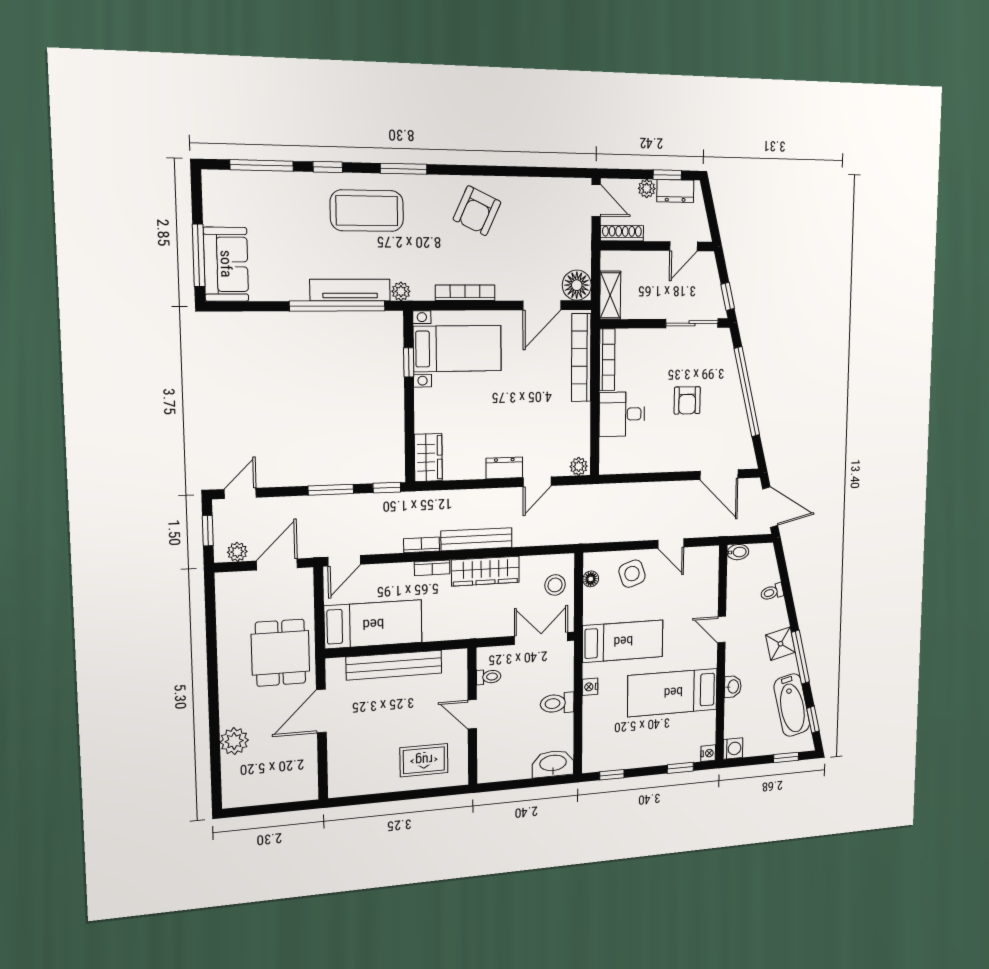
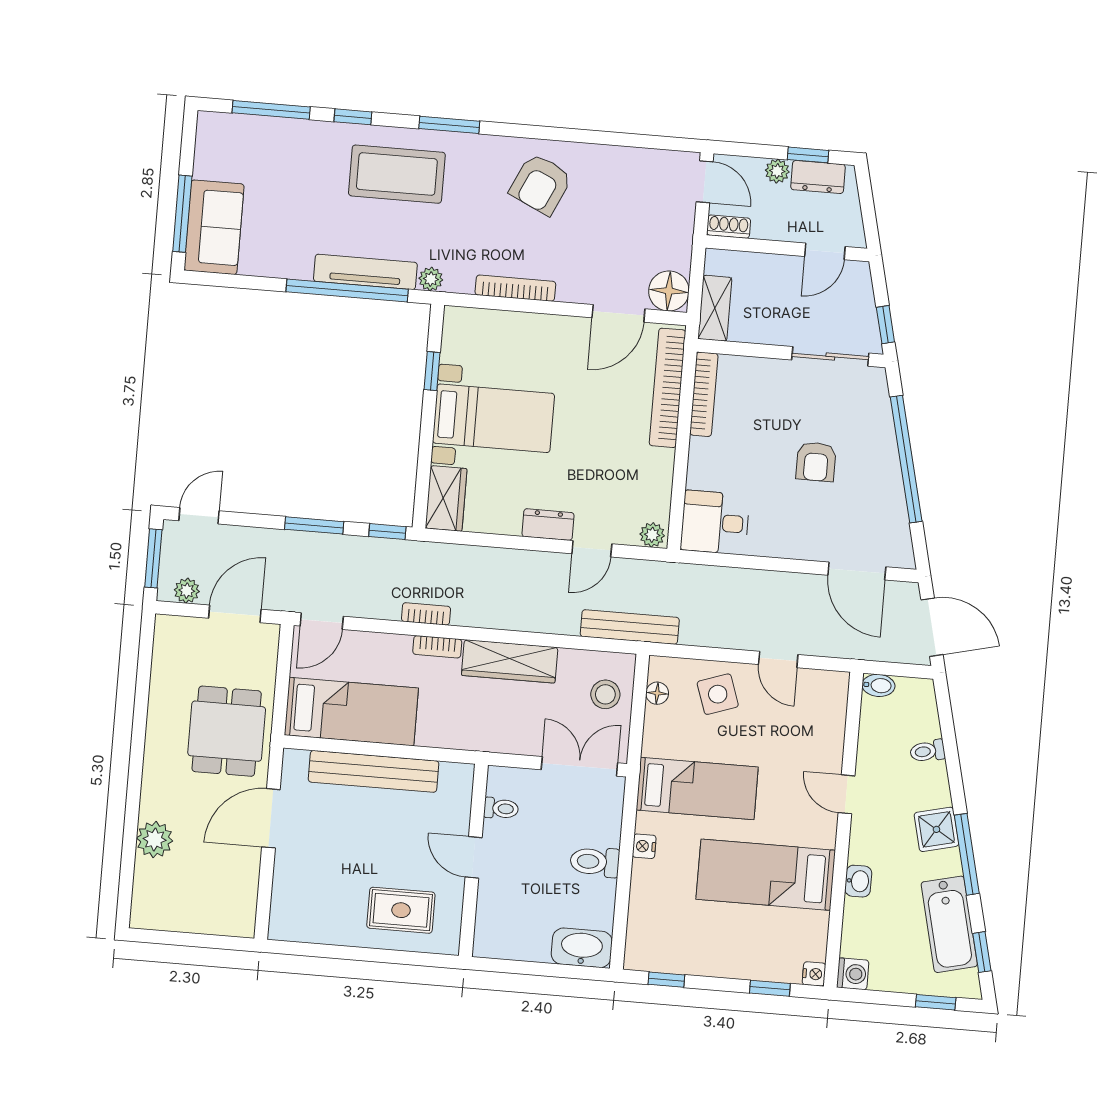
shoe rack: (622, 233) -> (729, 227), width x0.70
bed with nightstands: (457, 349) -> (494, 418), moved
desk: (622, 414) -> (715, 522), moved
window: (208, 531) -> (153, 558), width x1.50
bench: (477, 539) -> (630, 627), moved

